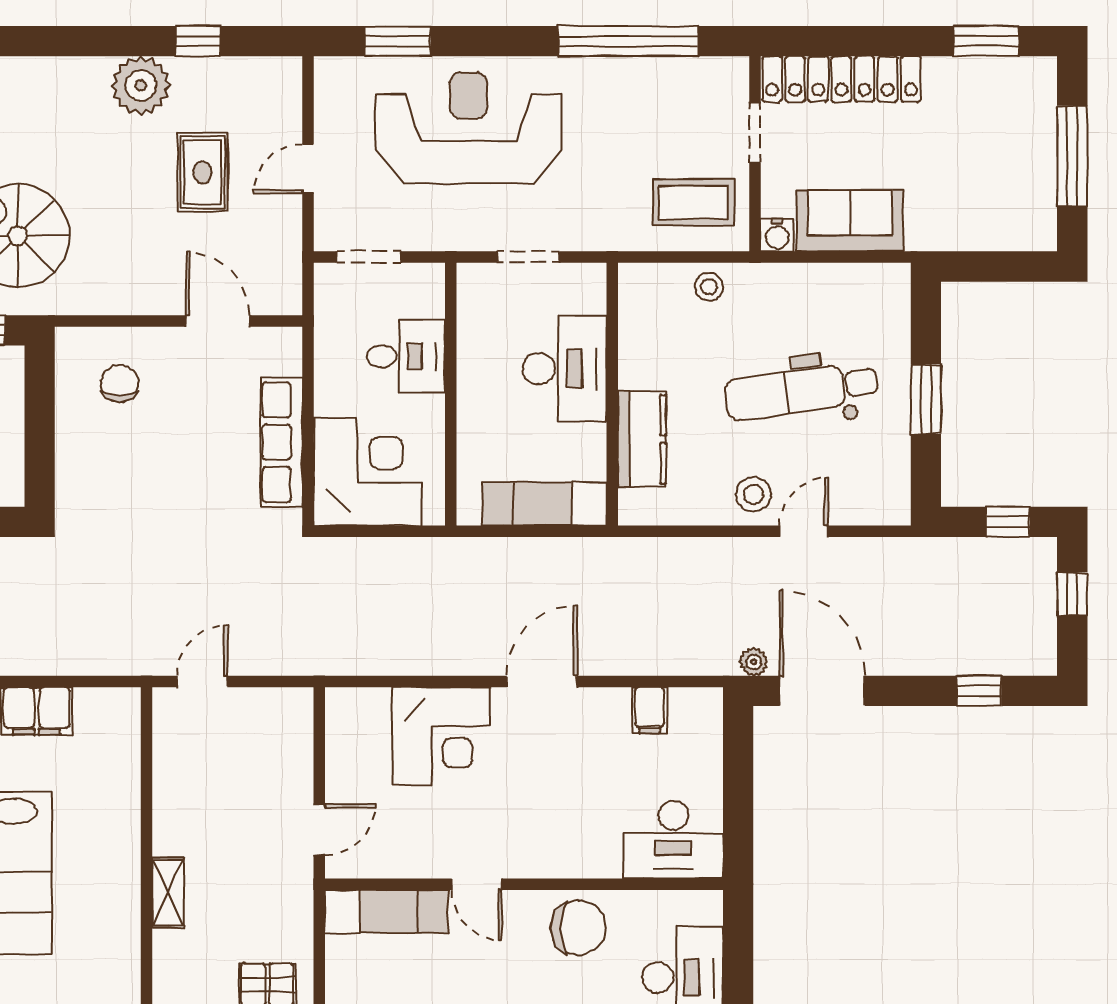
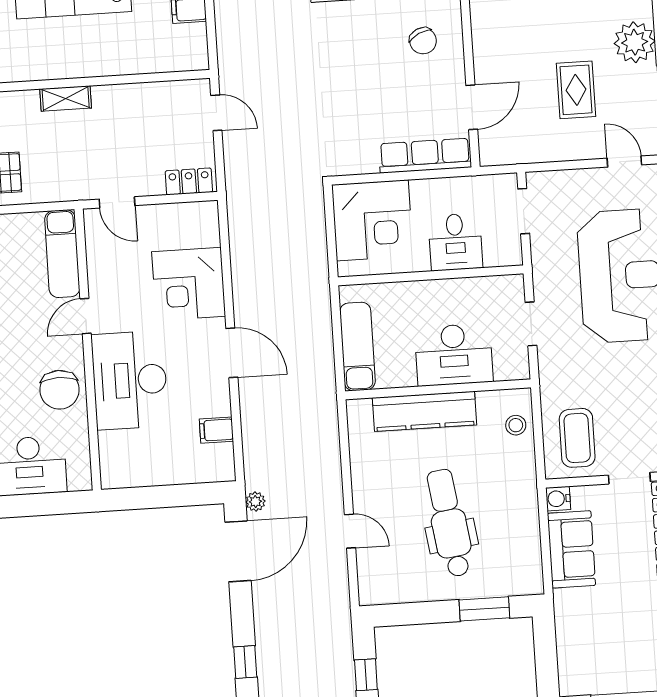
door: (308, 169) -> (624, 162), moved
rug: (203, 172) -> (576, 90), turned 90
stool: (709, 287) -> (516, 425), moved
chair: (119, 384) -> (423, 41), turned 64
window: (926, 399) -> (484, 609), moved
kitchen counter: (642, 439) -> (424, 411), width x1.50
row of seats: (282, 442) -> (425, 156), moved
stool: (753, 494) -> (374, 494), removed
locker: (296, 726) -> (189, 181), added
desk: (673, 840) -> (130, 380), moved, width x1.36, depth x1.30

